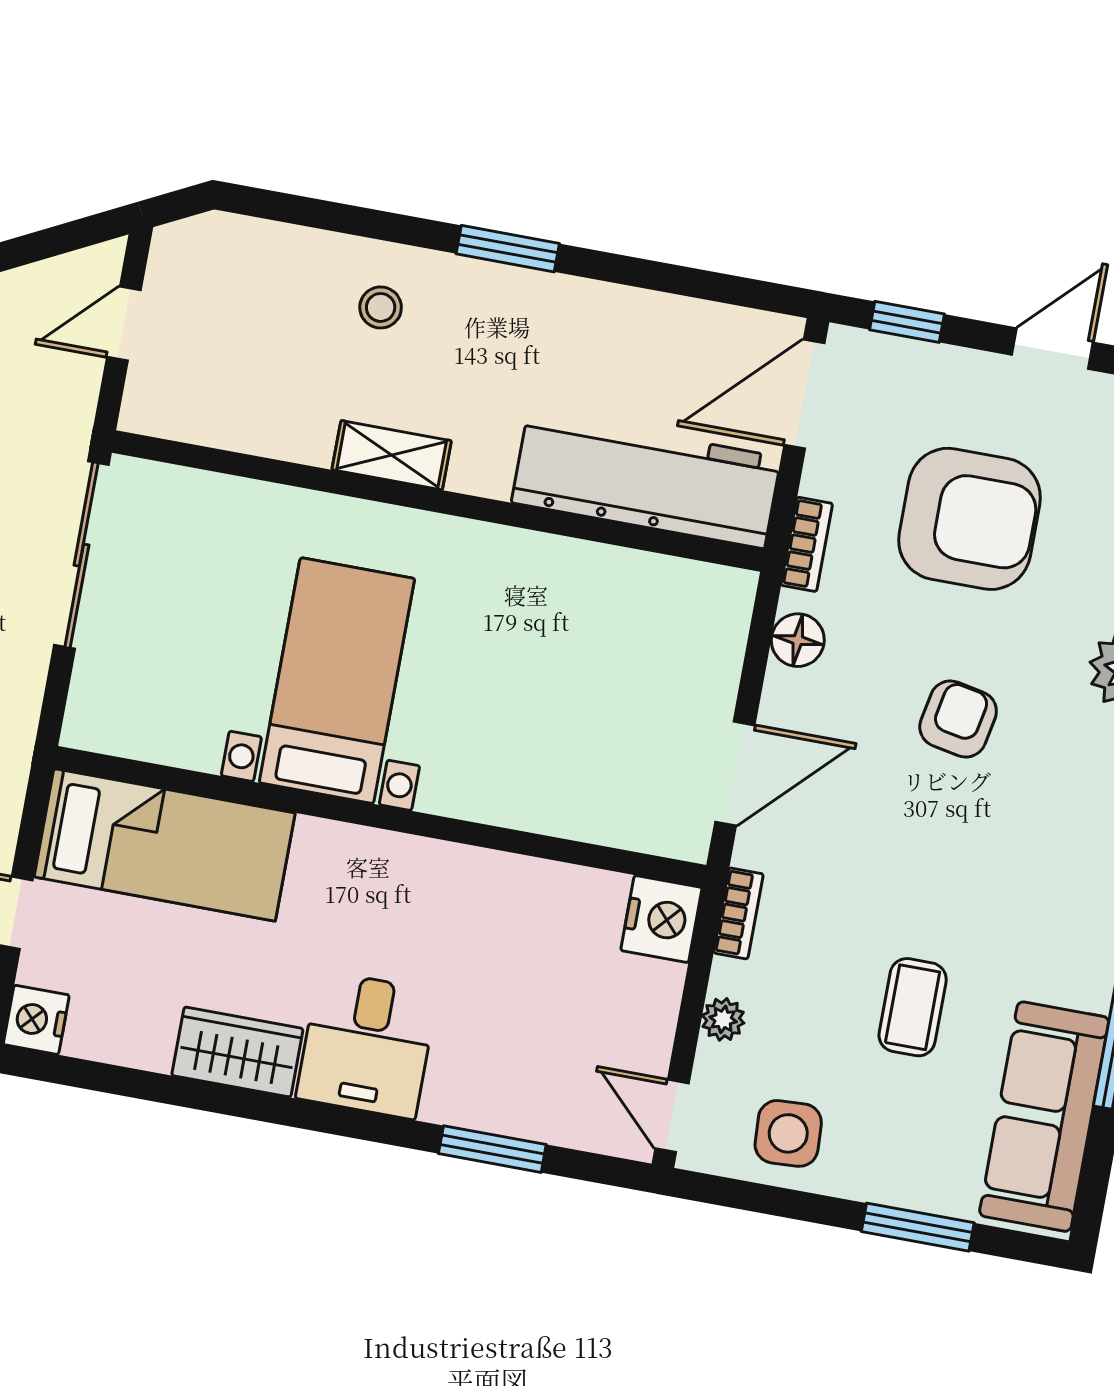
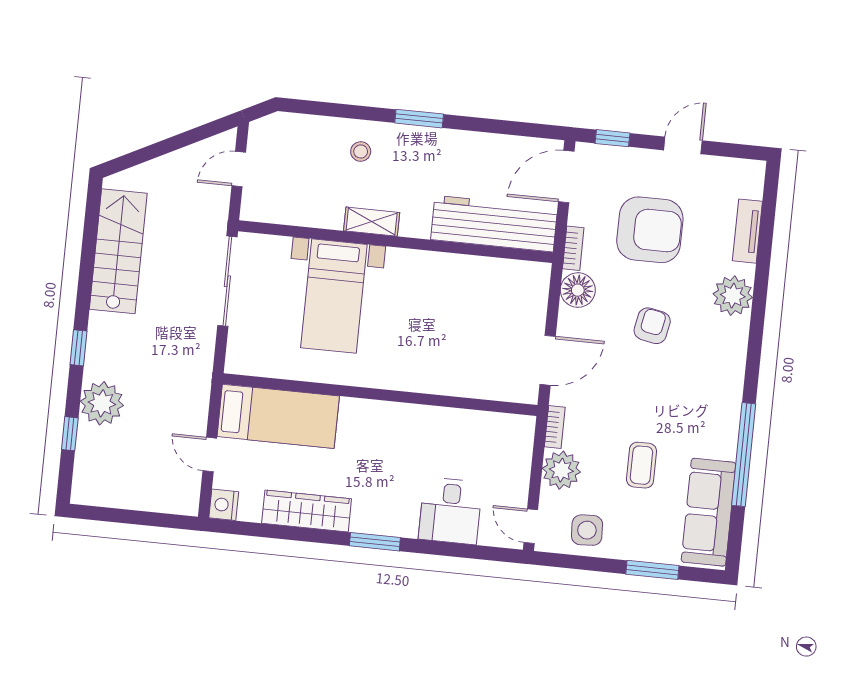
floor lamp: (798, 640) -> (578, 290), width x1.38, depth x1.38
bed with nightstands: (337, 681) -> (334, 296), moved, turned 180
nightstand: (661, 919) -> (518, 433), removed
plant: (723, 1019) -> (561, 470), width x1.88, depth x1.88
desk: (367, 1045) -> (450, 511), moved
wardrobe: (237, 1052) -> (307, 511), width x1.50
window: (492, 1149) -> (375, 542), moved

